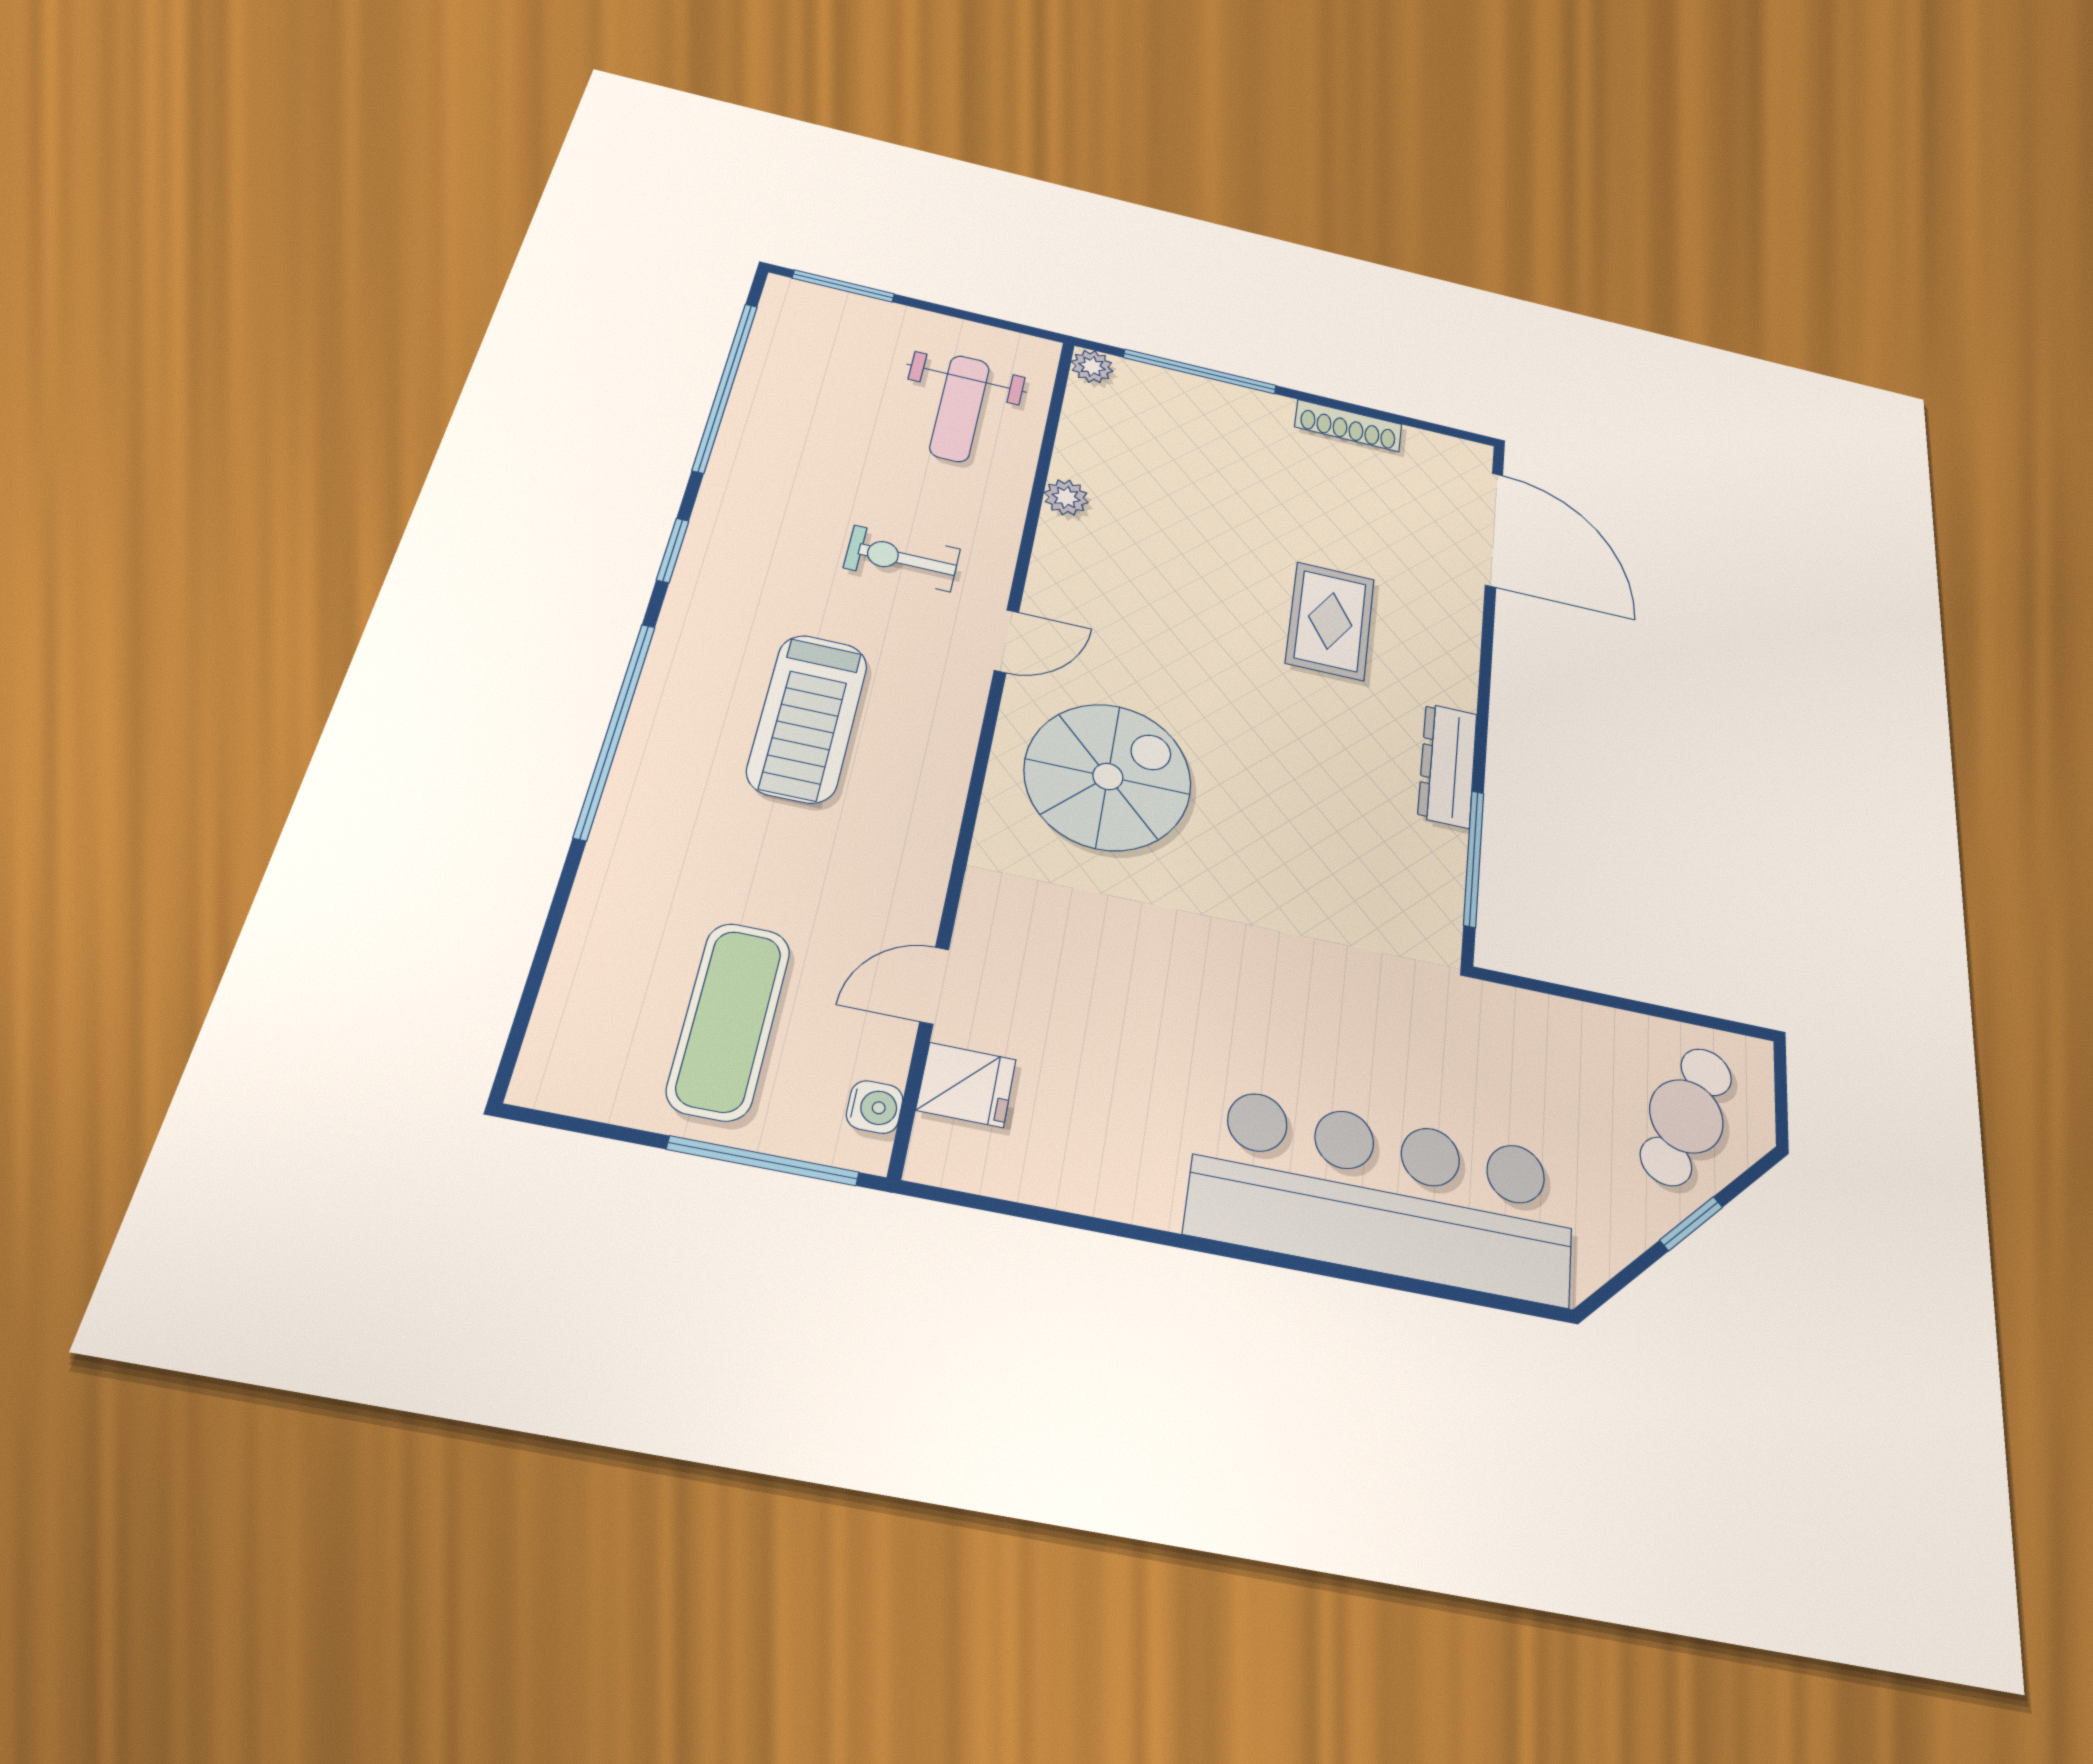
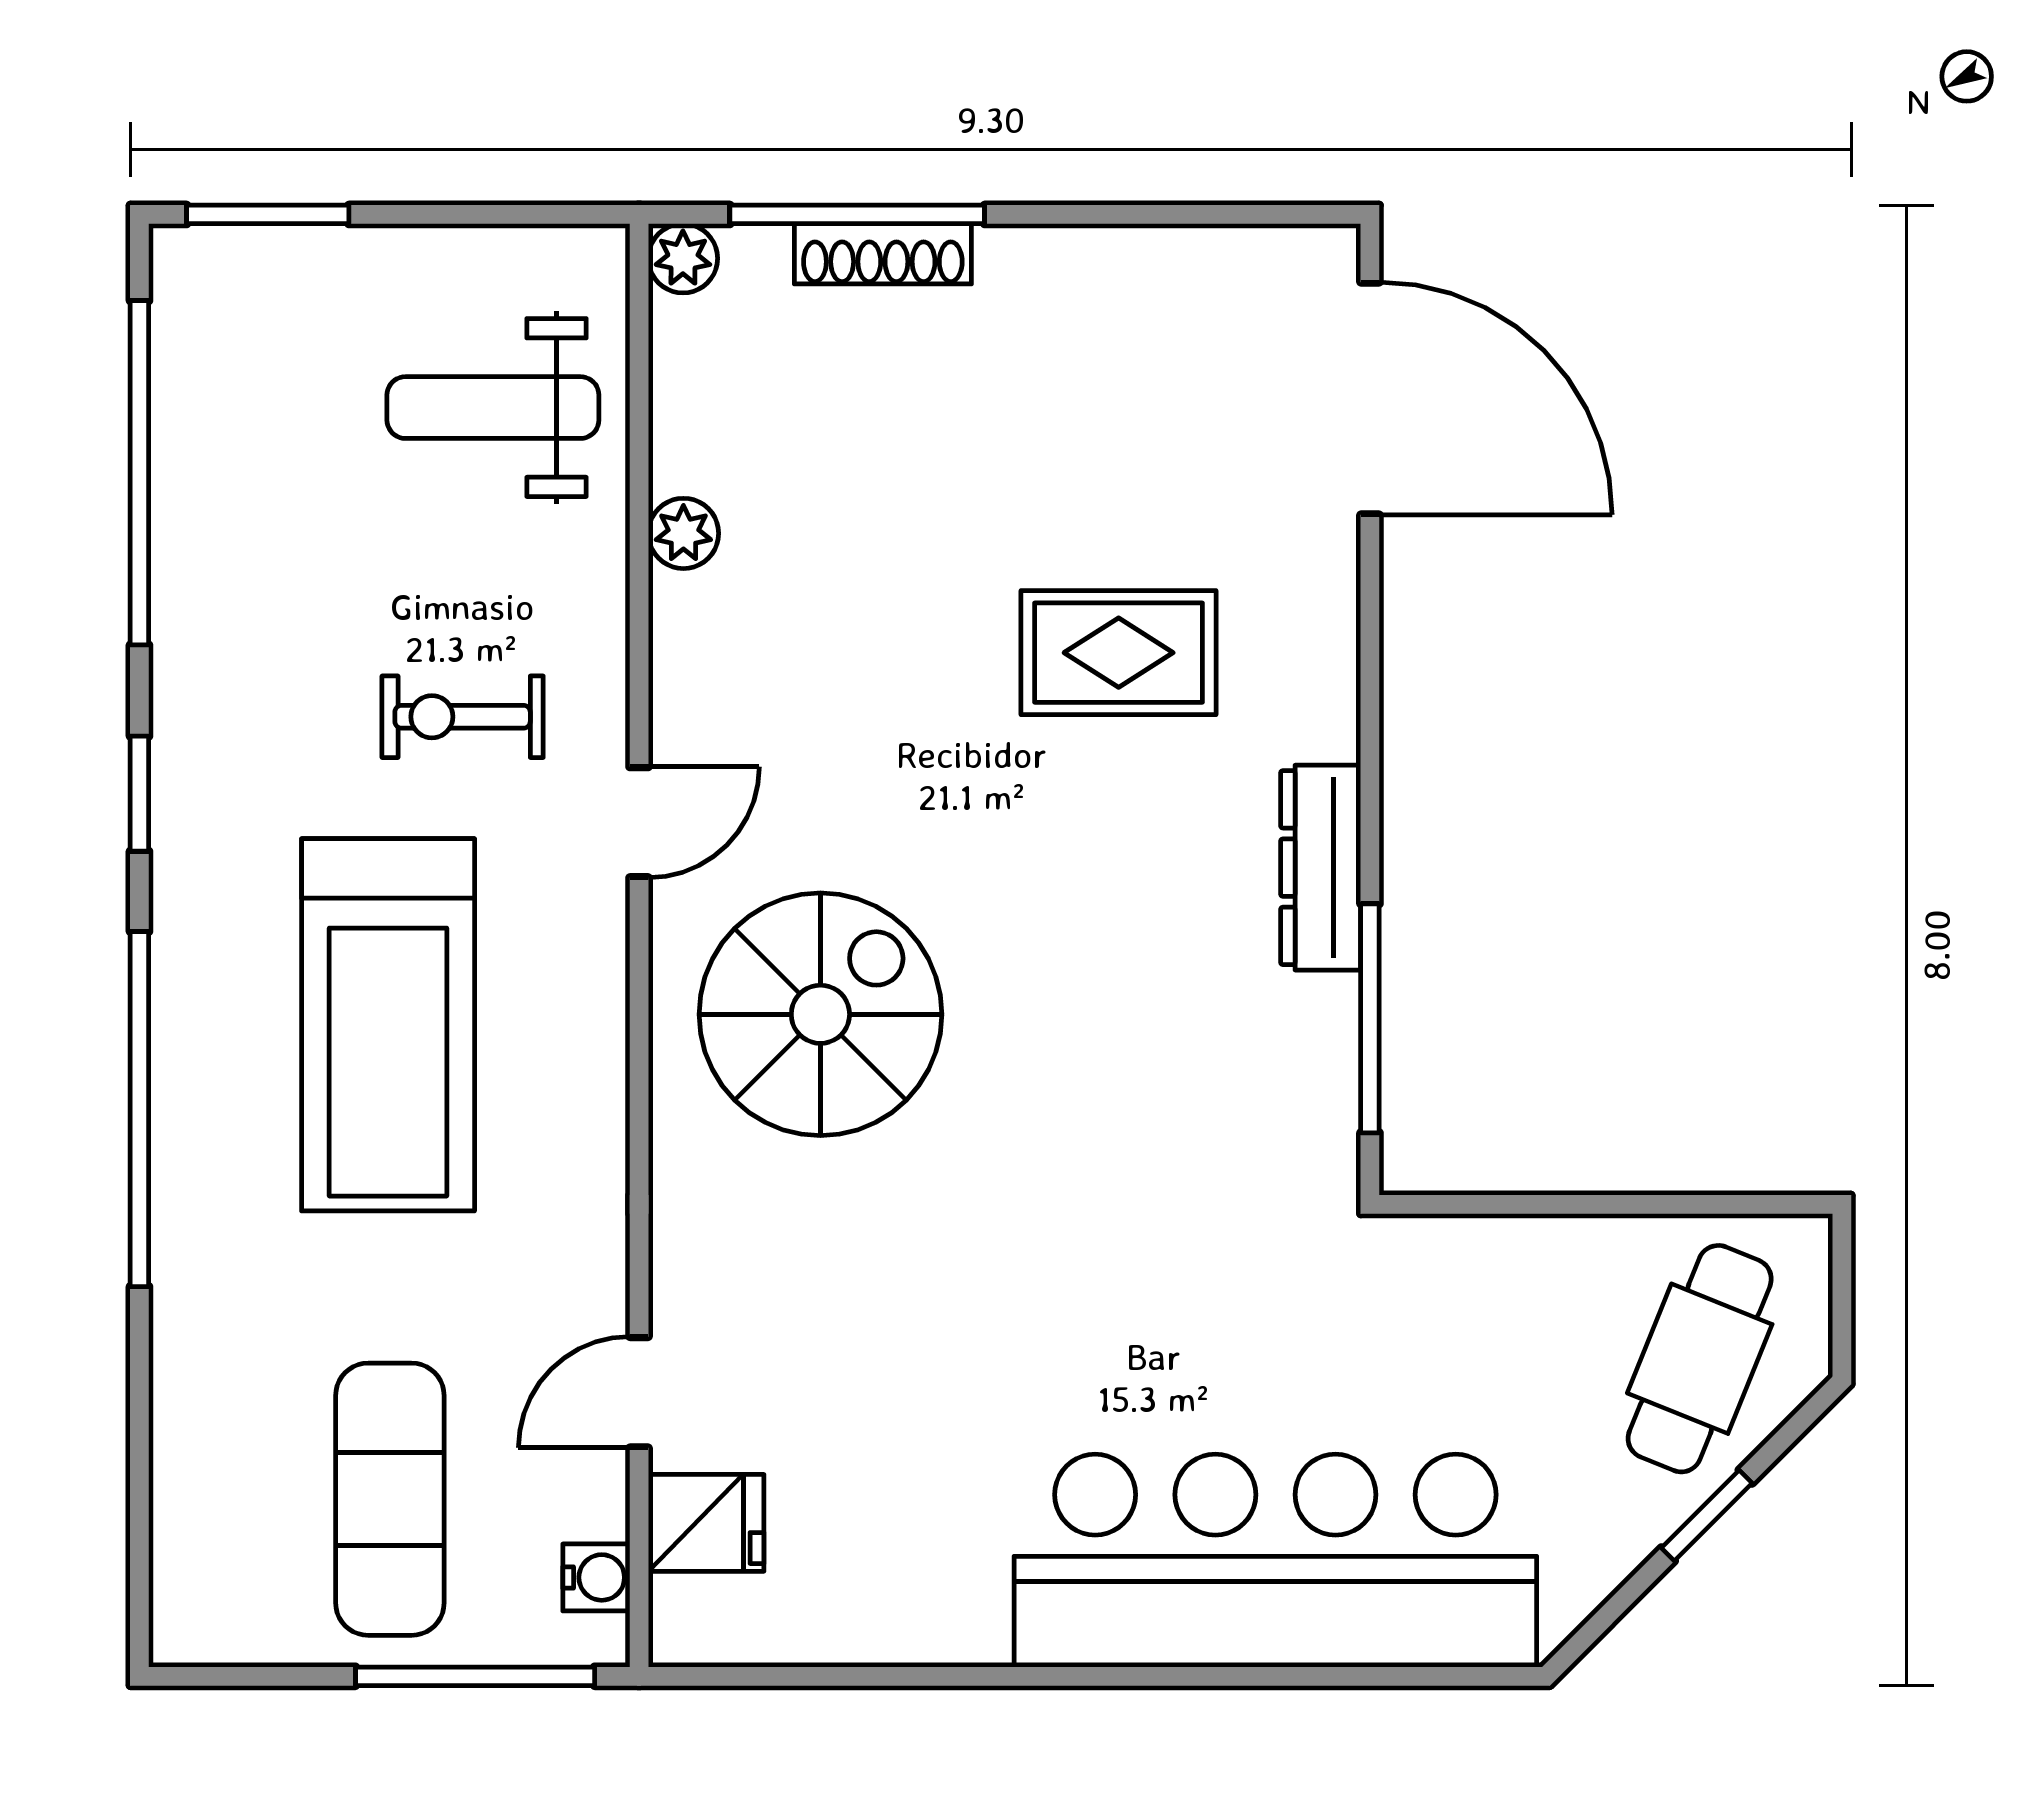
weight bench: (960, 408) -> (493, 408), turned 90
shoe rack: (1348, 426) -> (883, 254), moved
rug: (1330, 621) -> (1119, 653), turned 90
treadmill: (808, 718) -> (388, 1025), width x1.37, depth x1.38

